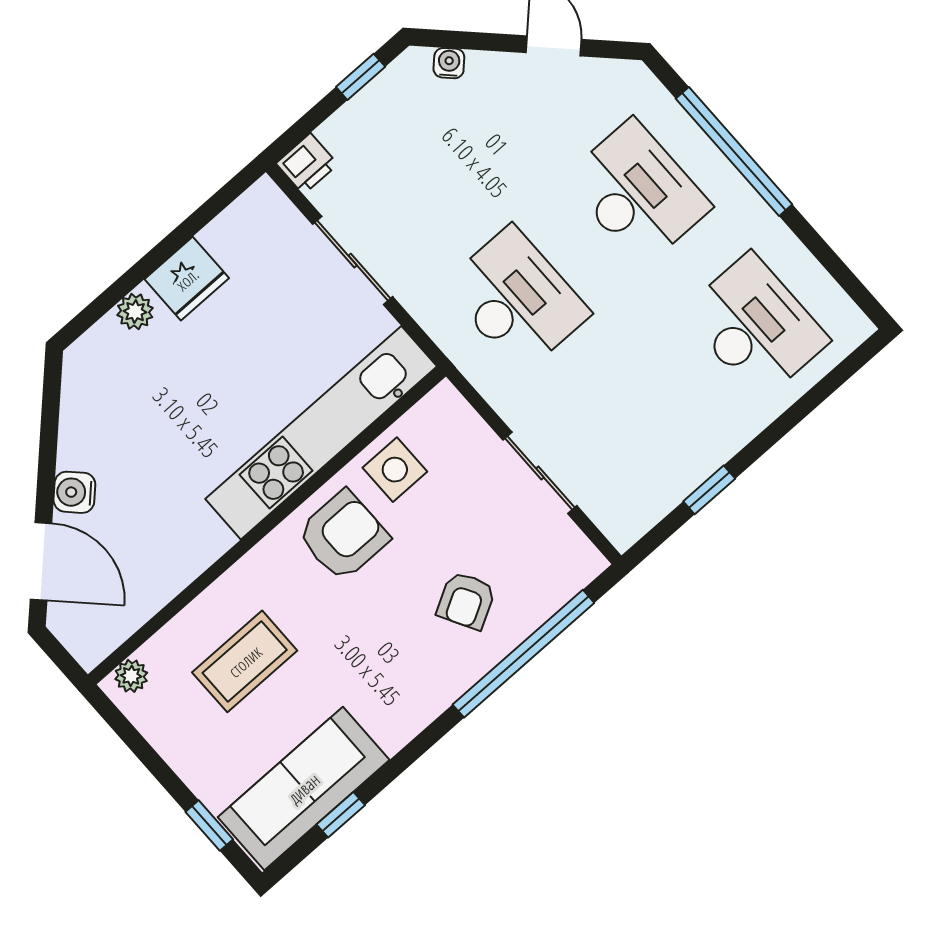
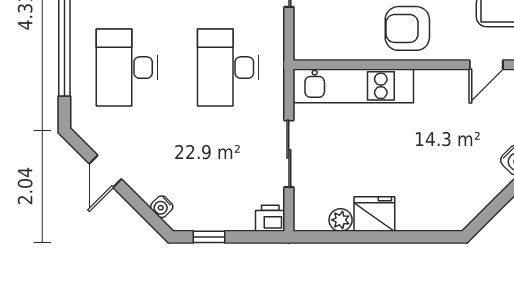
plant: (135, 312) -> (341, 220), moved
kitchen unit: (321, 433) -> (353, 86), width x0.73
side table: (395, 470) -> (356, 38), removed
door: (210, 575) -> (486, 65), added

